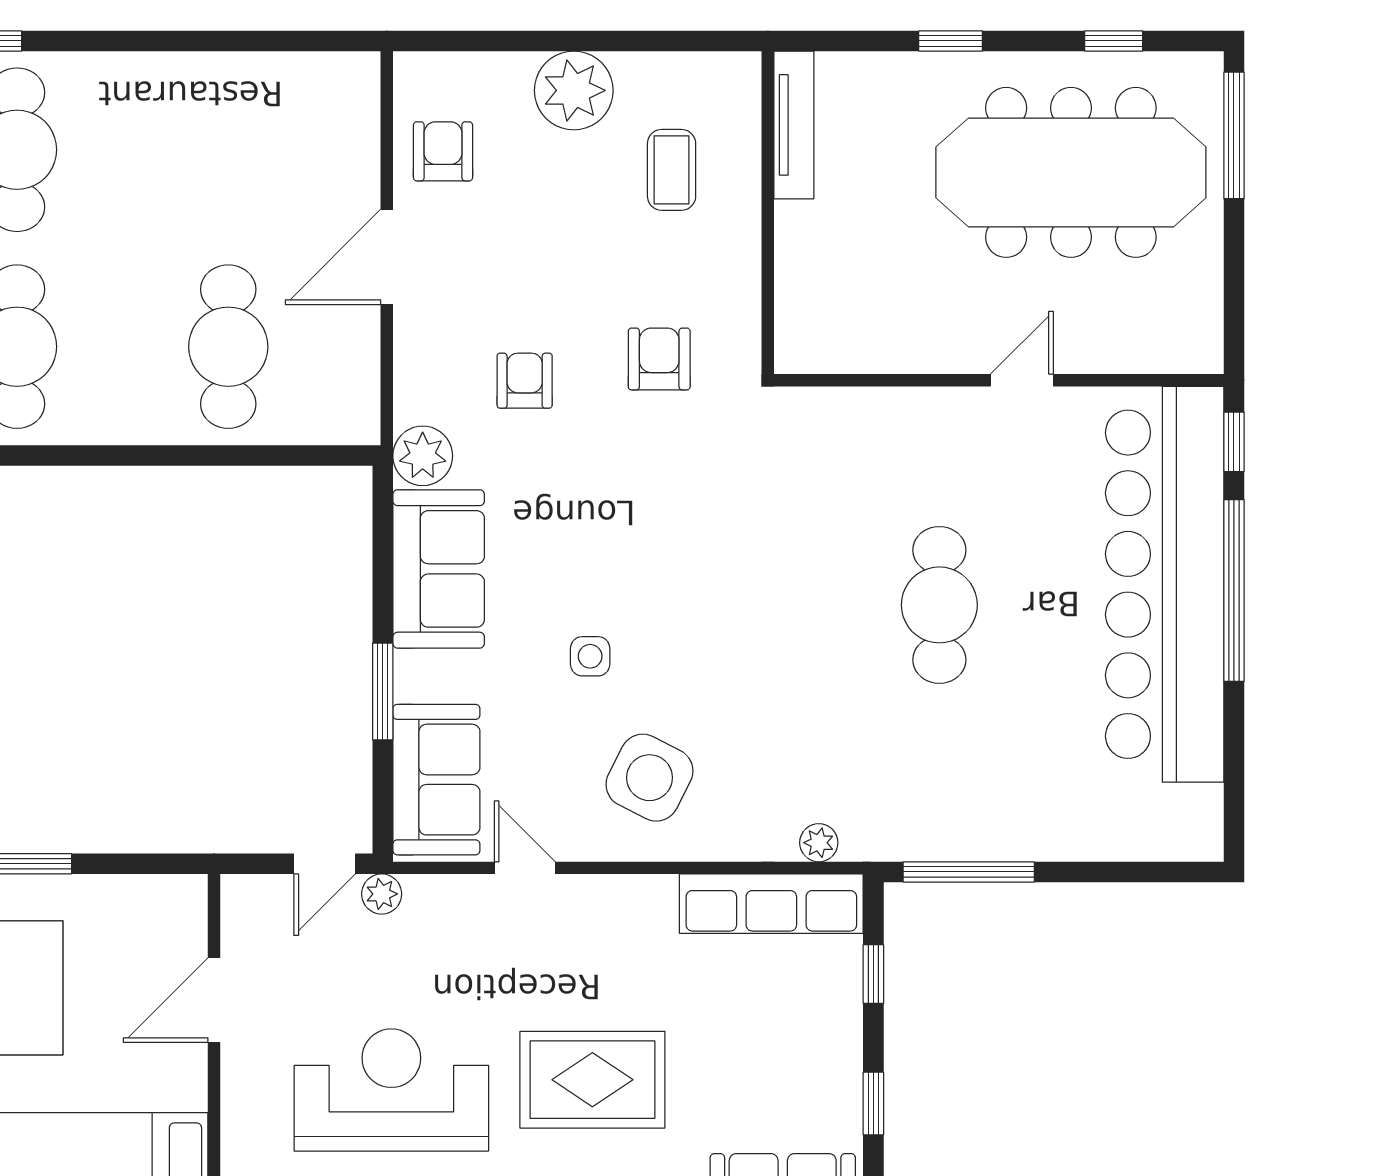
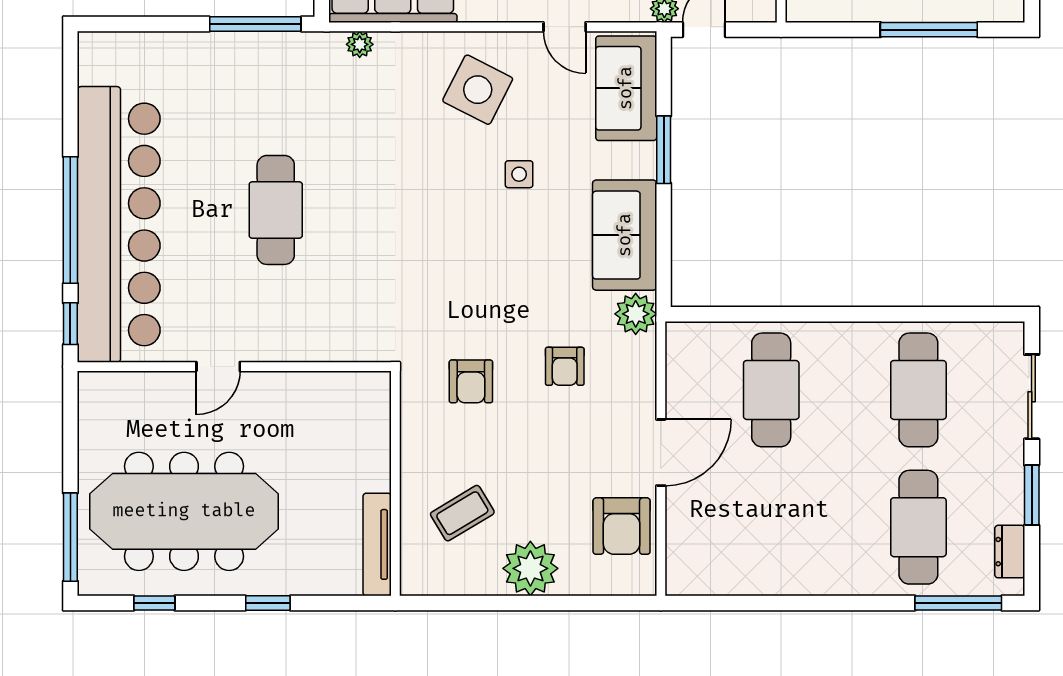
armchair: (443, 151) -> (622, 526), width x1.38, depth x1.38
coffee table: (672, 170) -> (462, 513), turned 59

